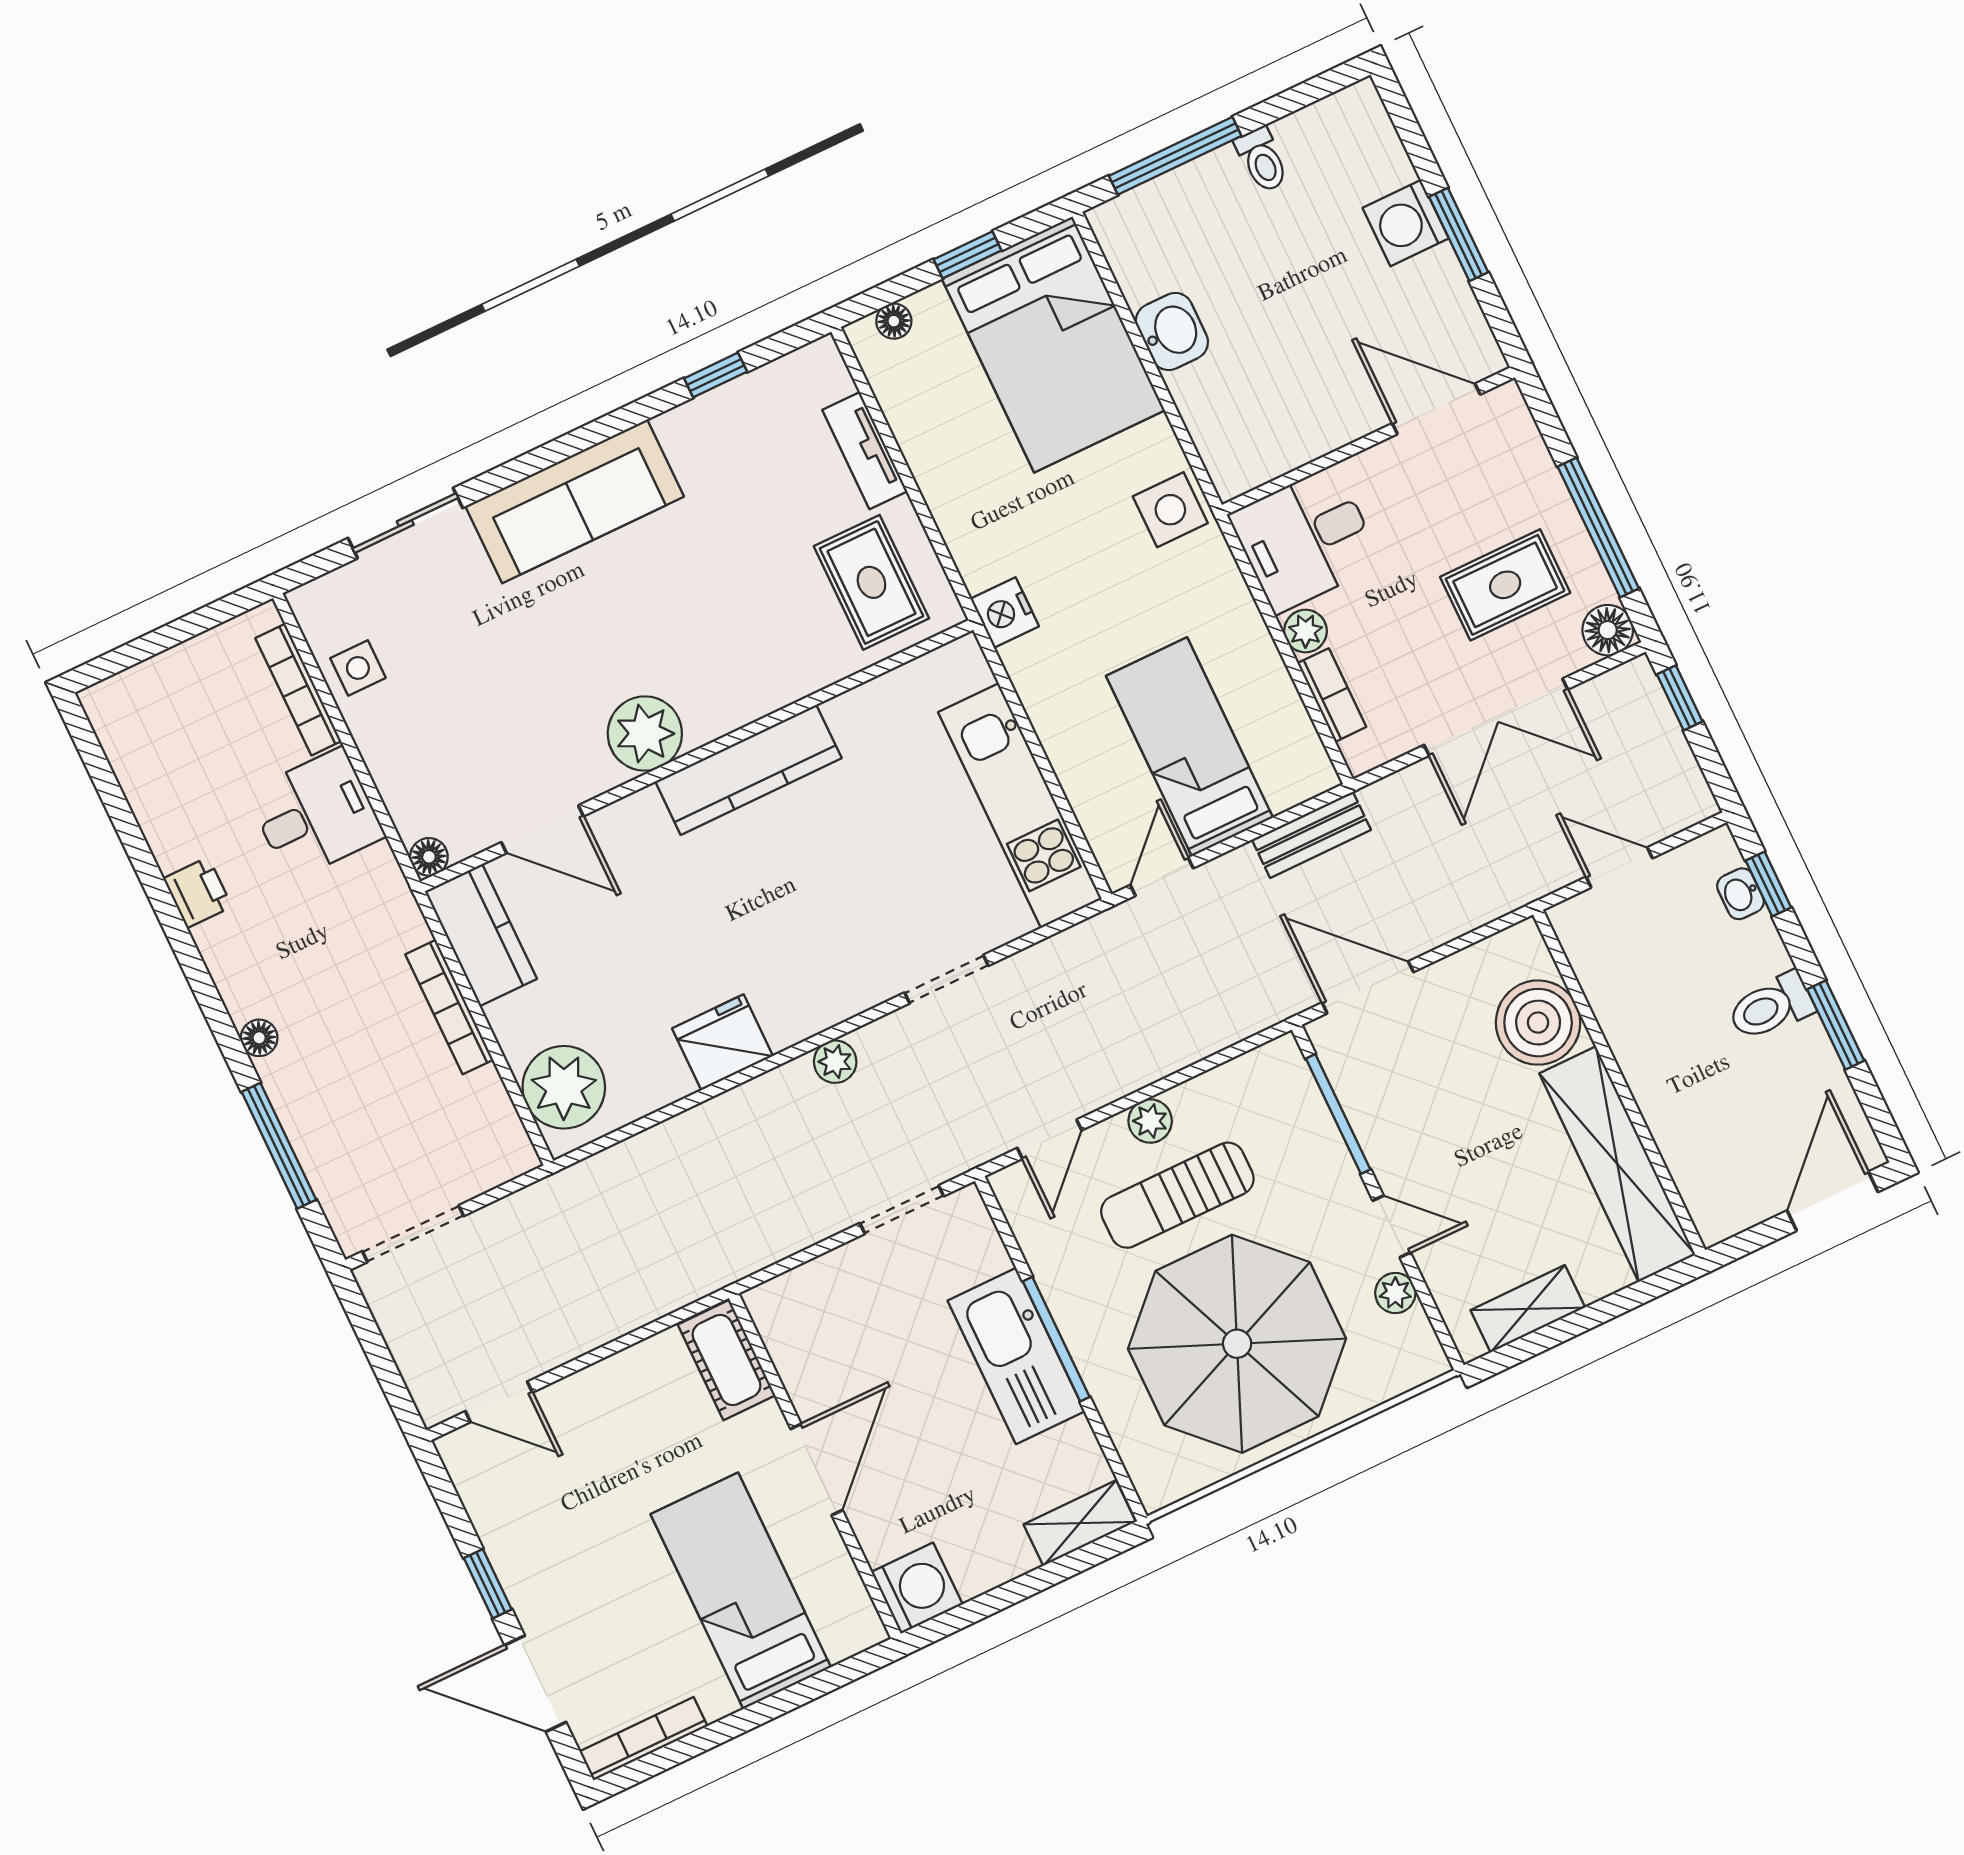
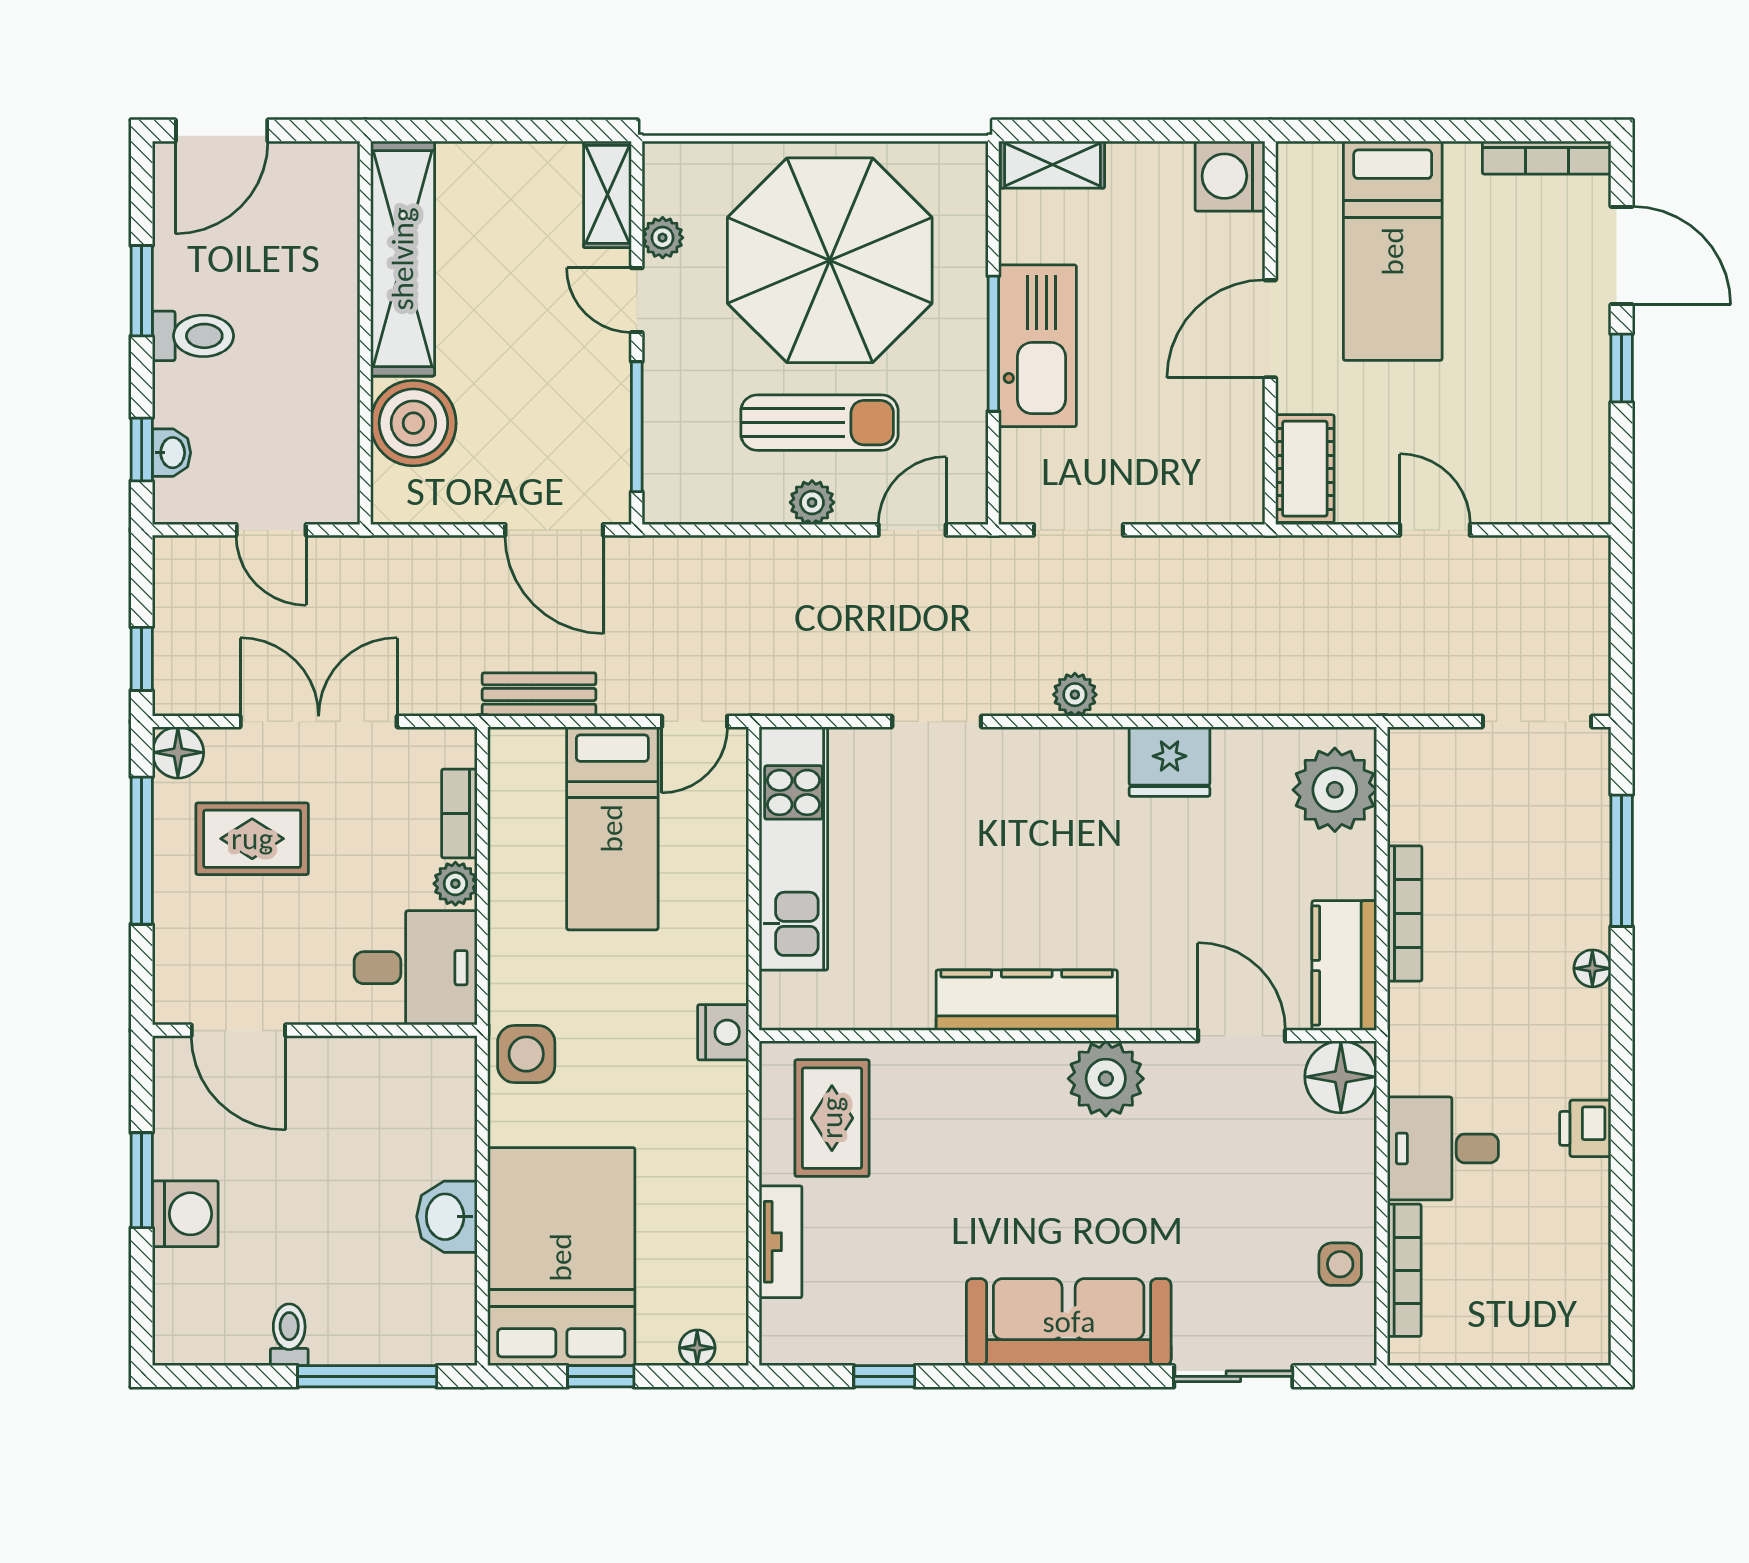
floor lamp: (429, 857) -> (1341, 1077), width x1.89, depth x1.89
shelving: (1528, 1309) -> (607, 194), moved, turned 90
door: (499, 1402) -> (1435, 530), moved

